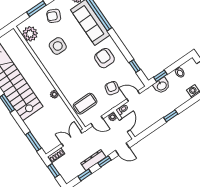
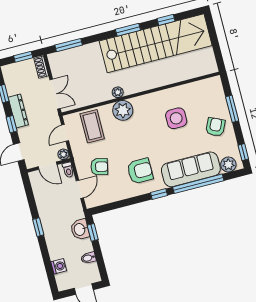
plant: (30, 34) -> (123, 110), moved
window: (135, 66) -> (159, 194), moved

